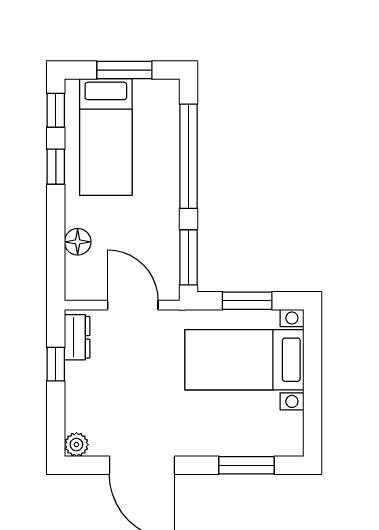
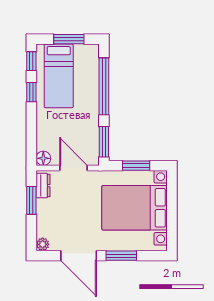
floor lamp: (78, 242) -> (43, 158), moved
bed with nightstands: (244, 360) -> (135, 208), width x1.36
window: (56, 364) -> (31, 200), width x1.50
window: (246, 465) -> (121, 256), moved

